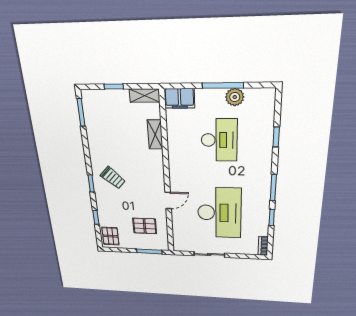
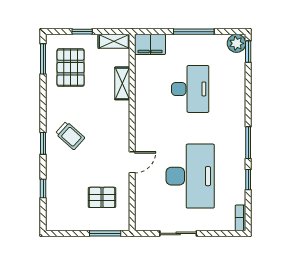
plant: (235, 97) -> (237, 43), moved
window: (276, 137) -> (248, 52), moved
pallet: (110, 236) -> (71, 68), moved, width x1.50, depth x1.42

